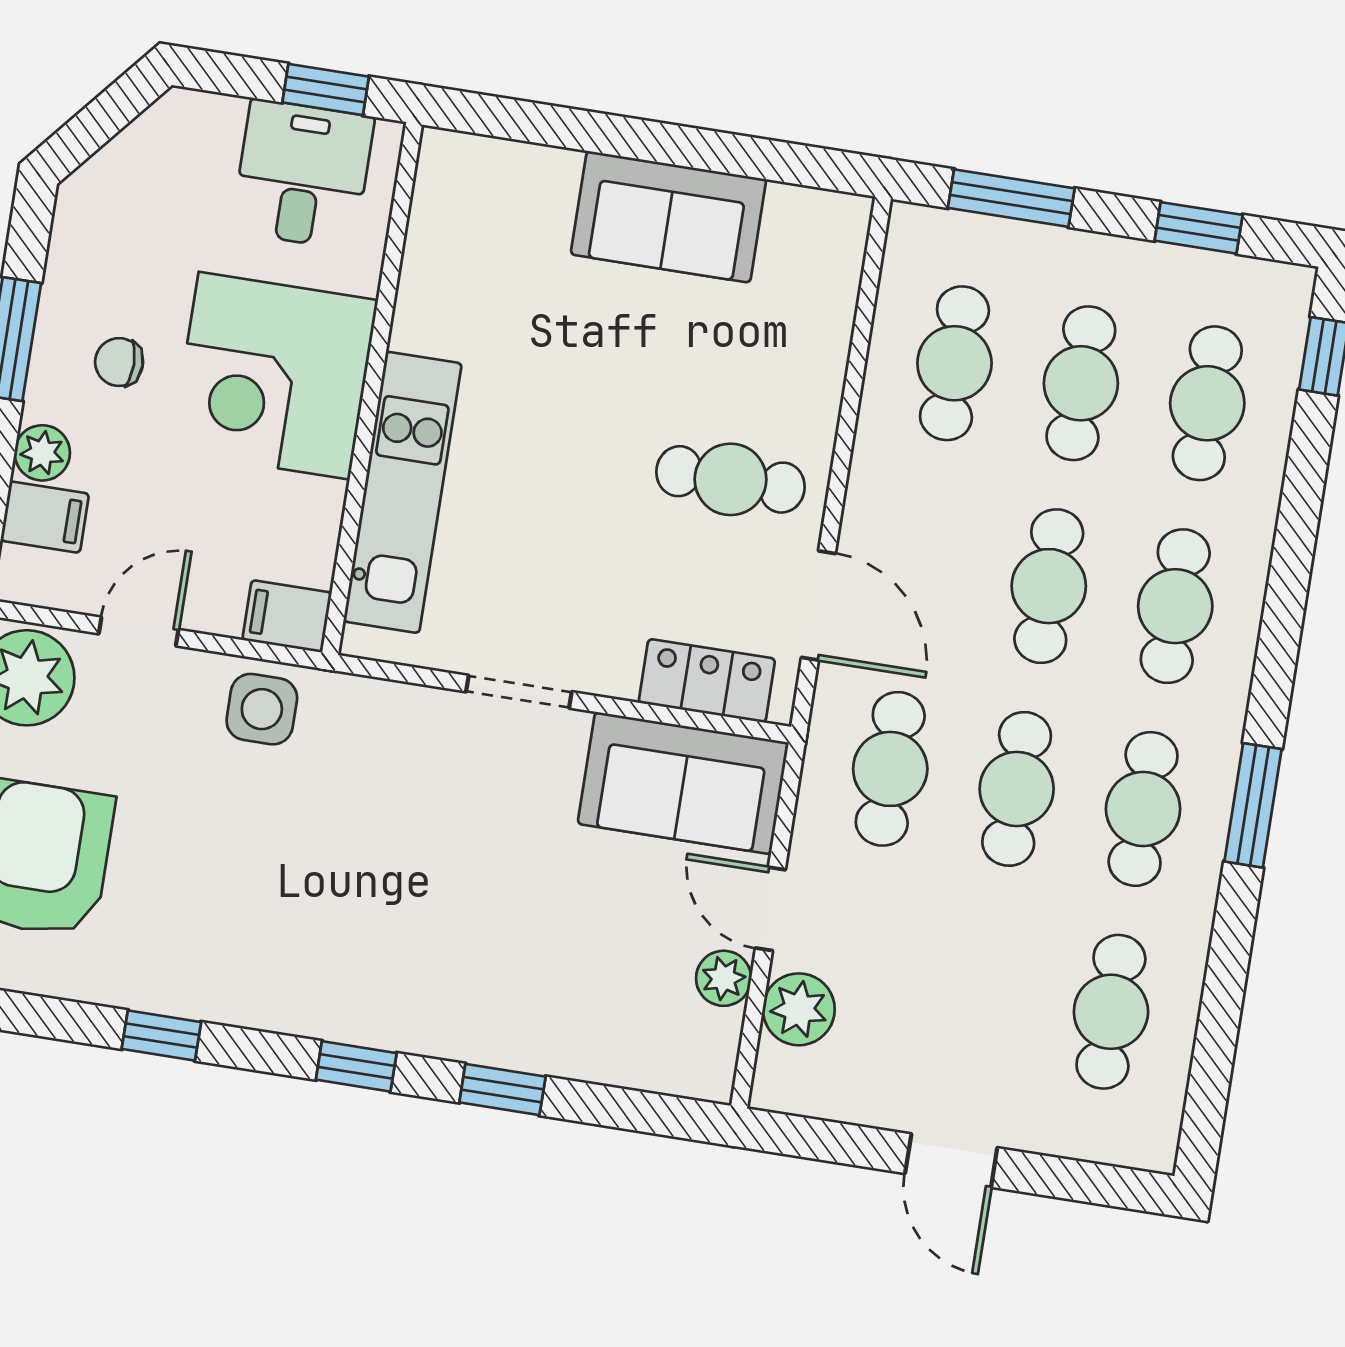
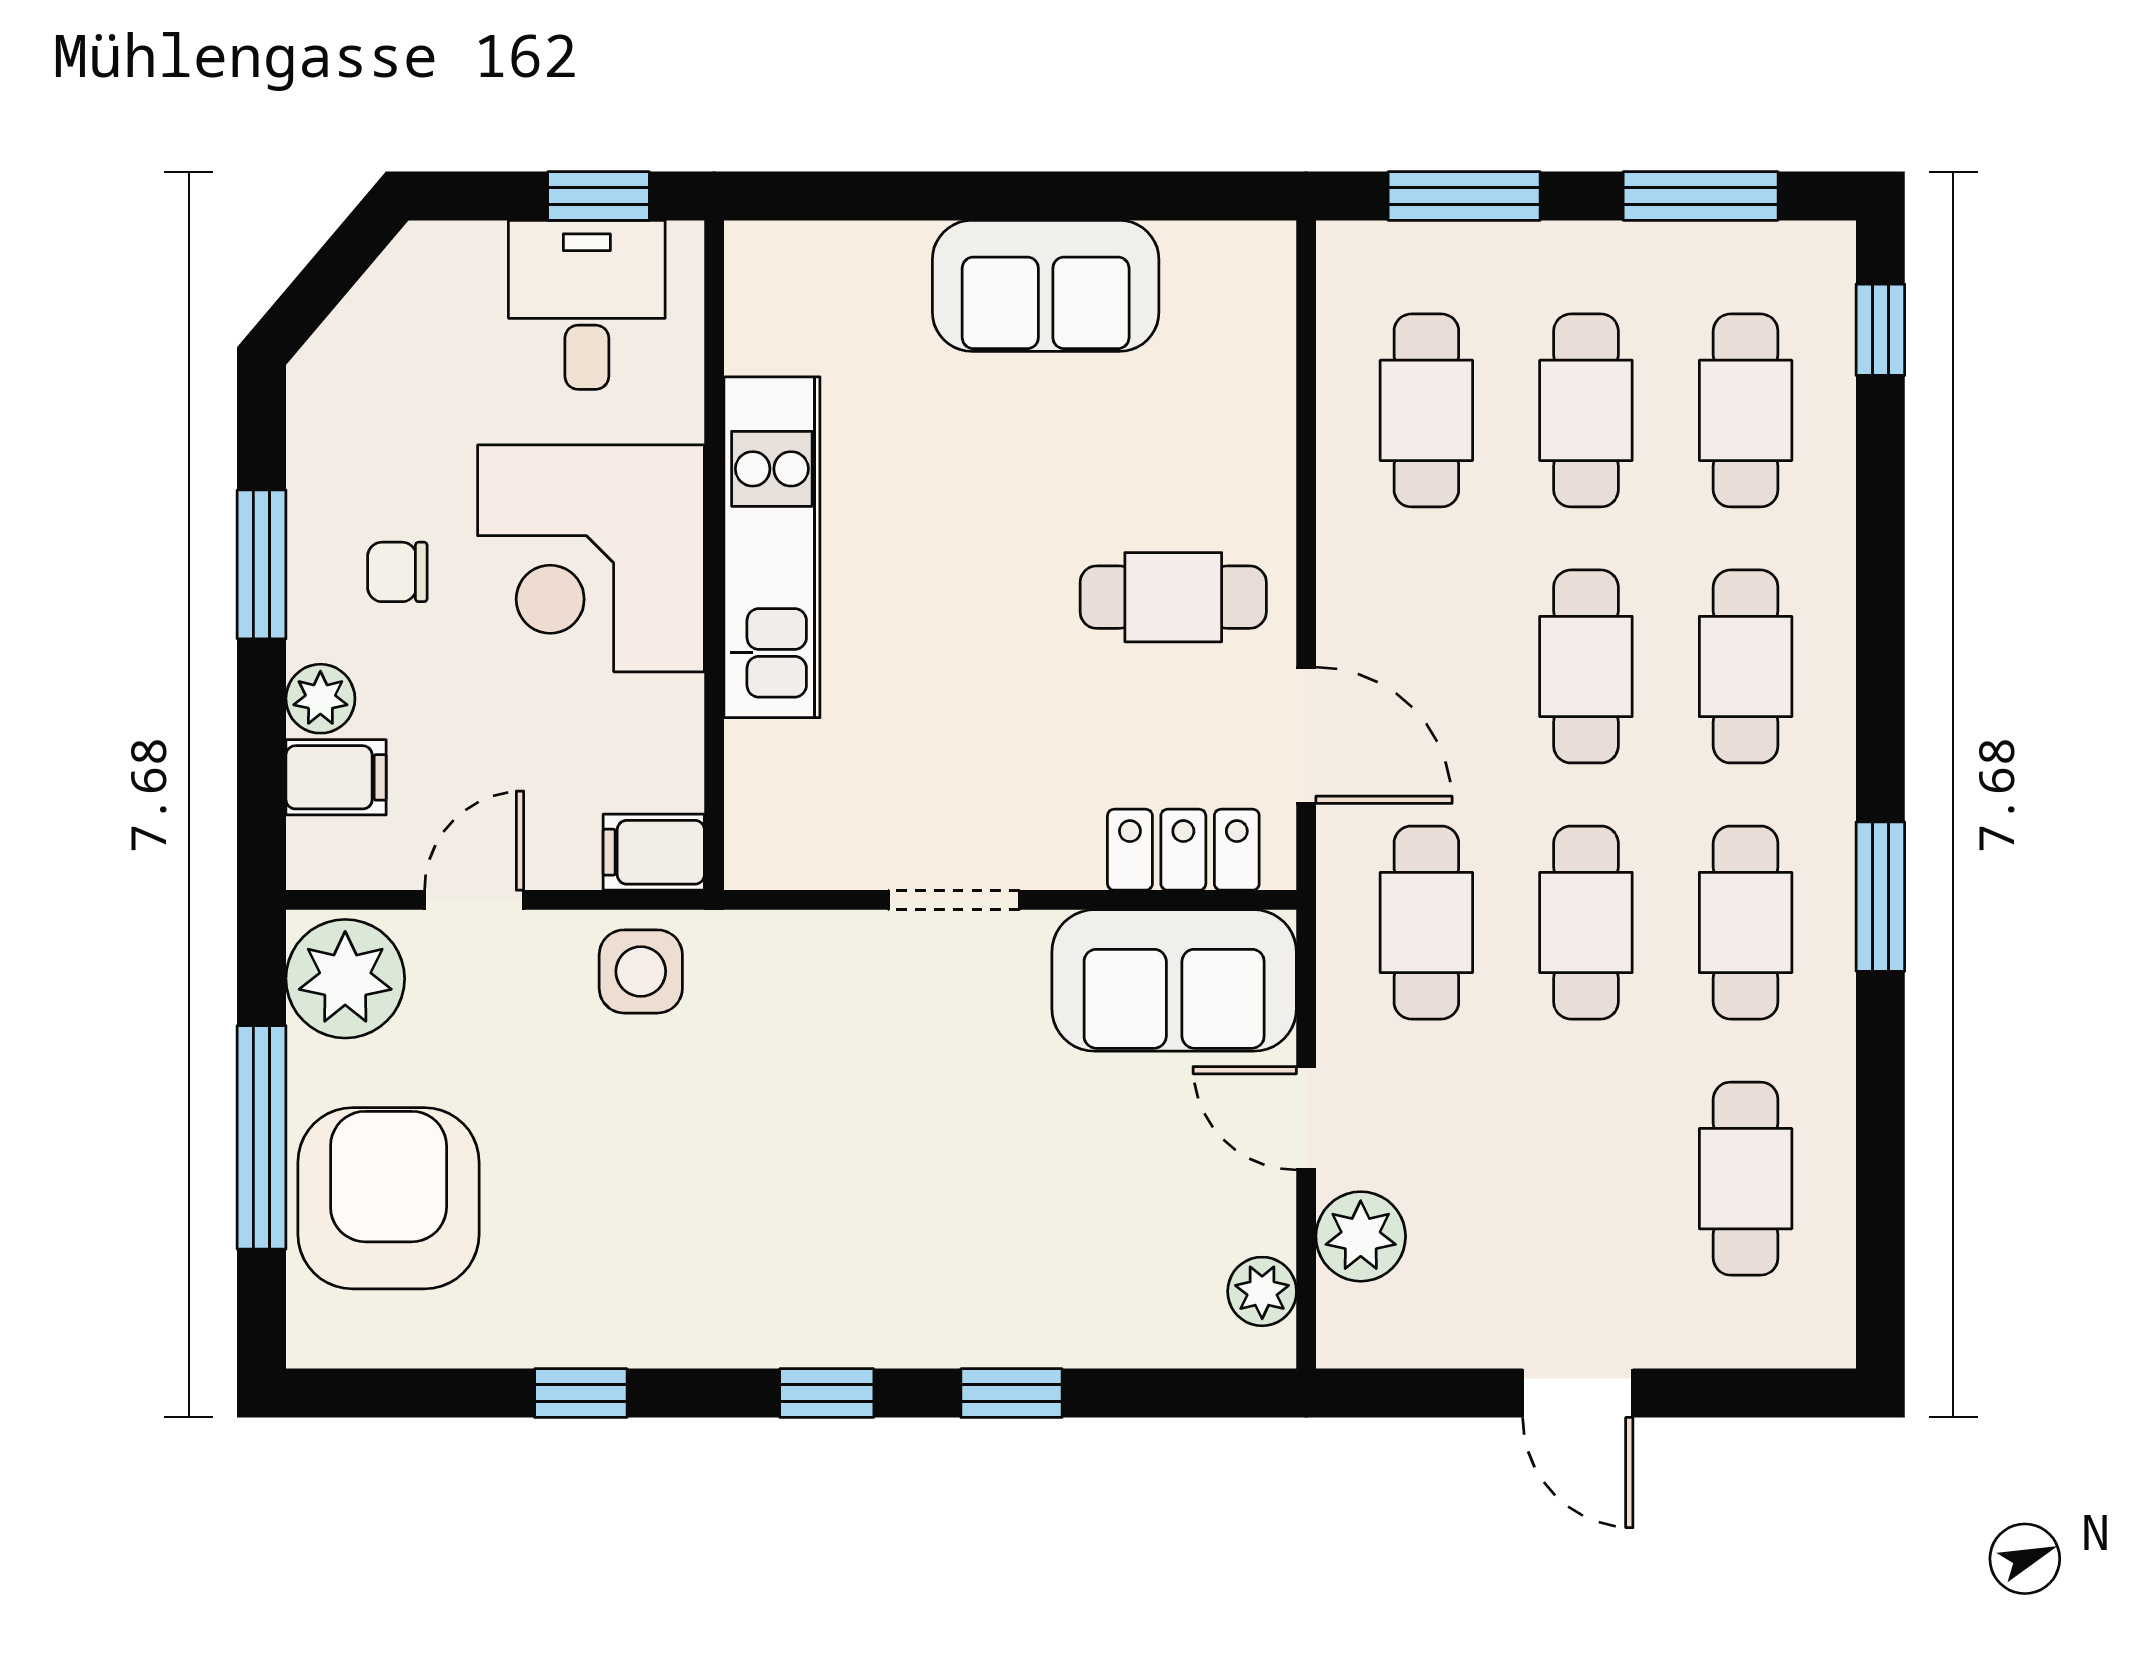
window: (1199, 228) -> (1701, 196), width x1.50
kitchen unit: (403, 492) -> (772, 547), moved
plant: (724, 978) -> (1262, 1291), moved

